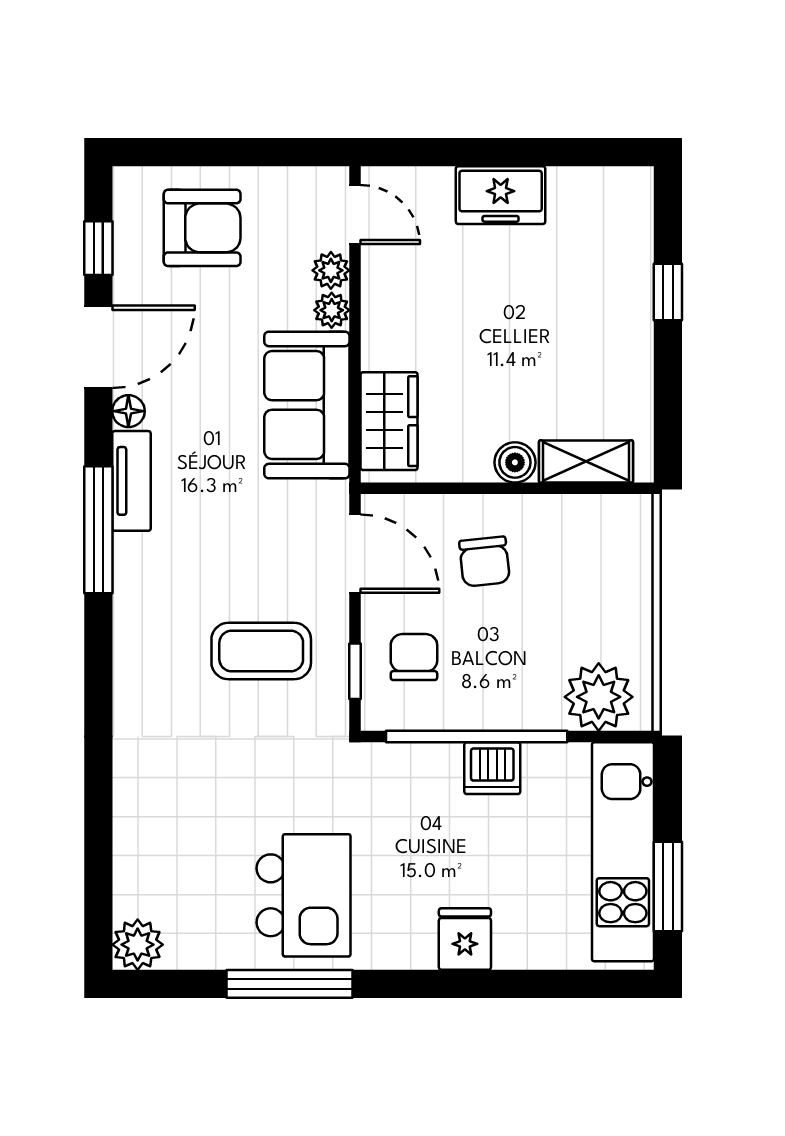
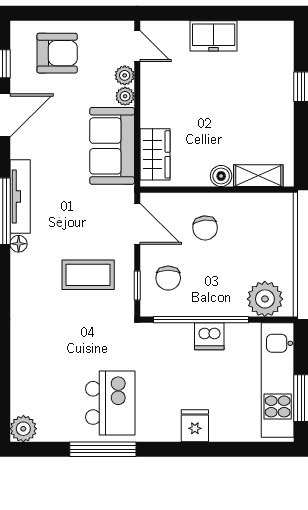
floor lamp: (128, 411) -> (19, 244), moved
tv unit: (131, 481) -> (20, 196), width x1.41
chair: (414, 657) -> (168, 278), turned 180

